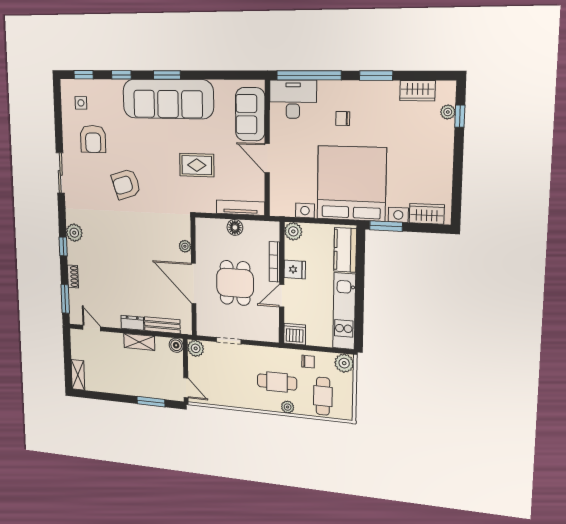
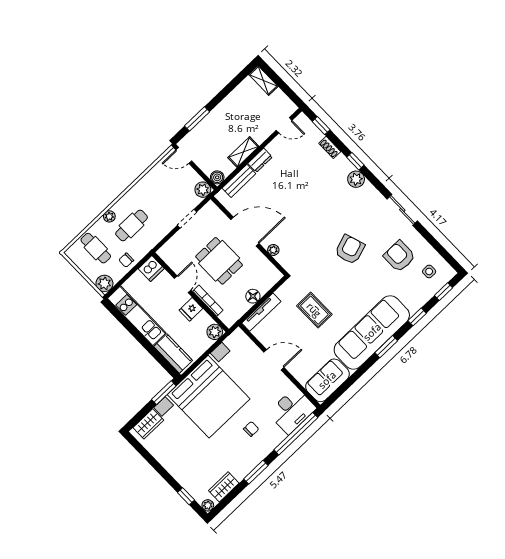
plant: (448, 112) -> (208, 505), moved
sofa: (250, 114) -> (327, 380), moved, turned -90
rug: (197, 165) -> (314, 310), turned 90
window: (65, 299) -> (321, 126), width x0.67

